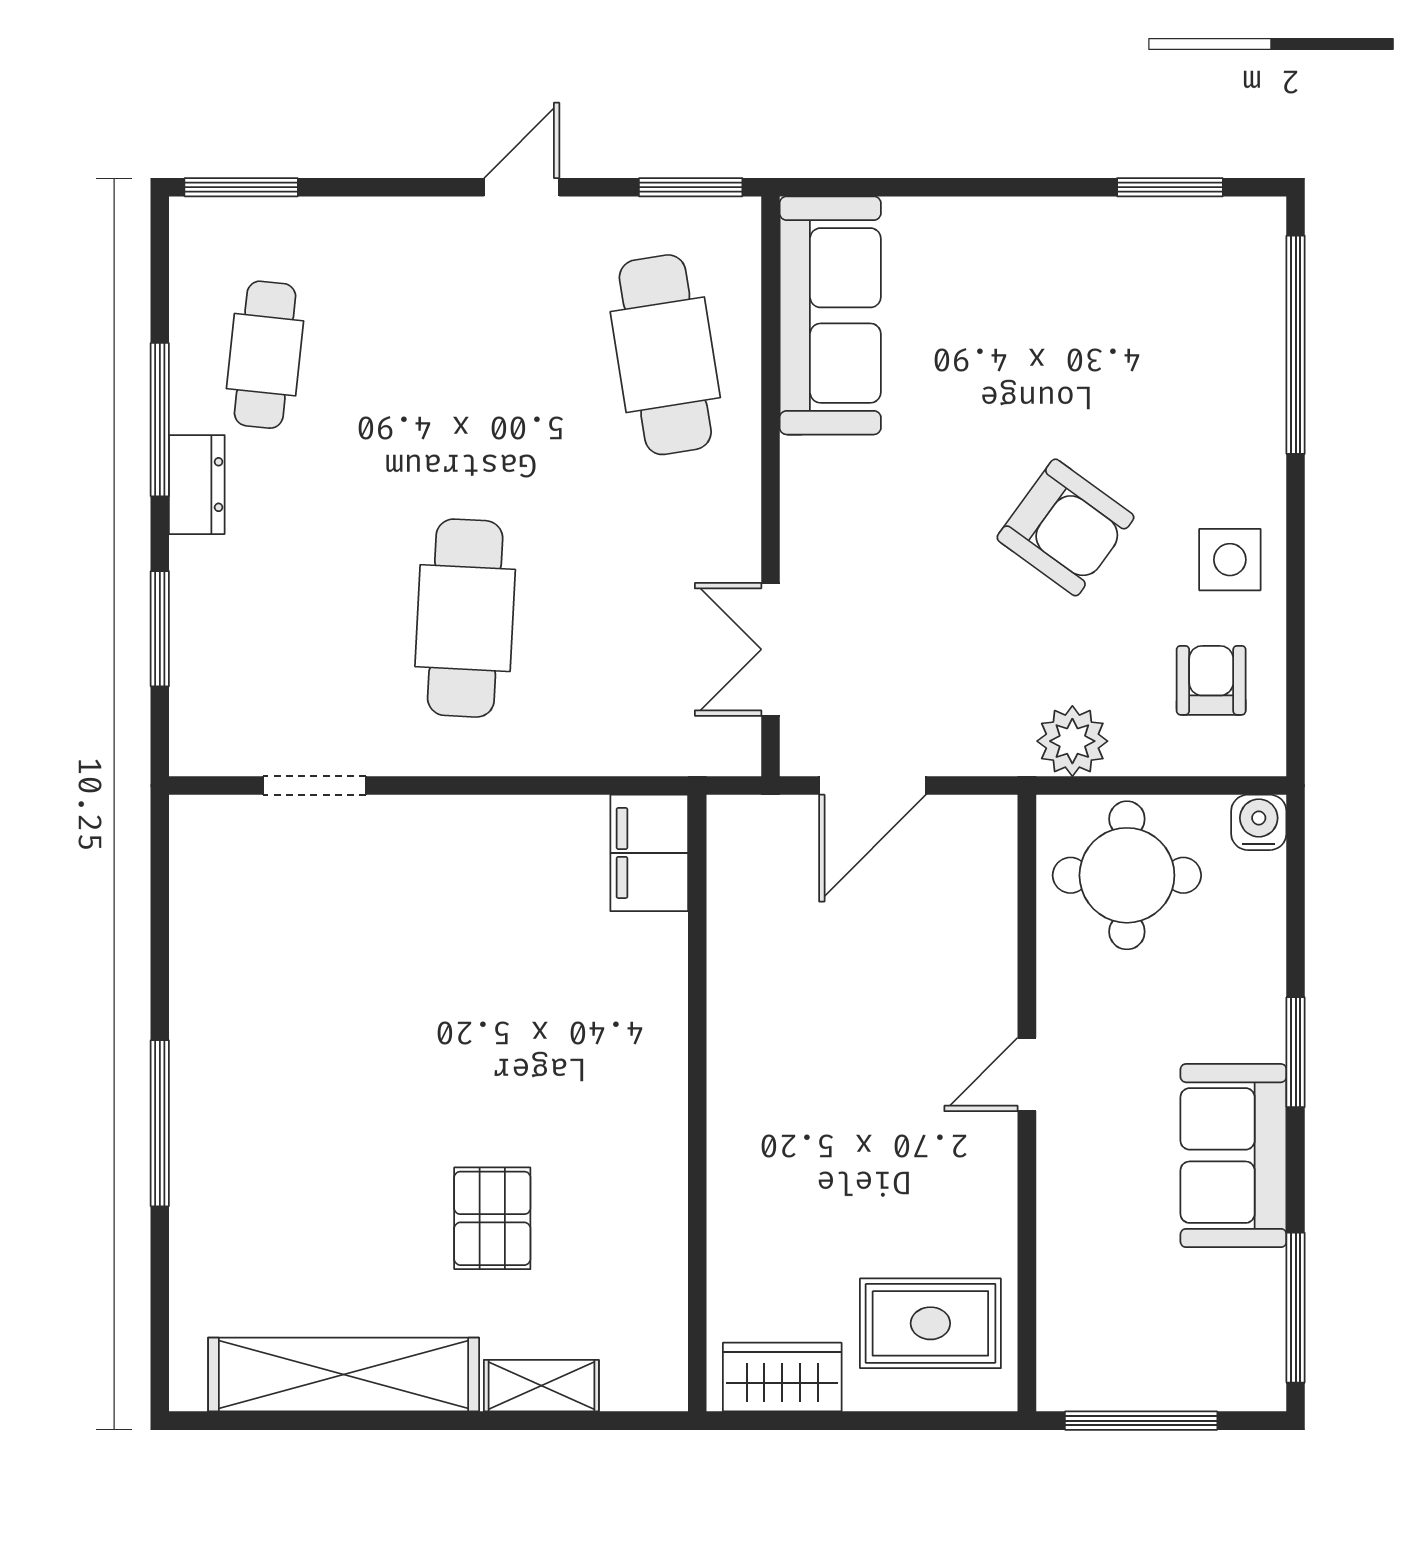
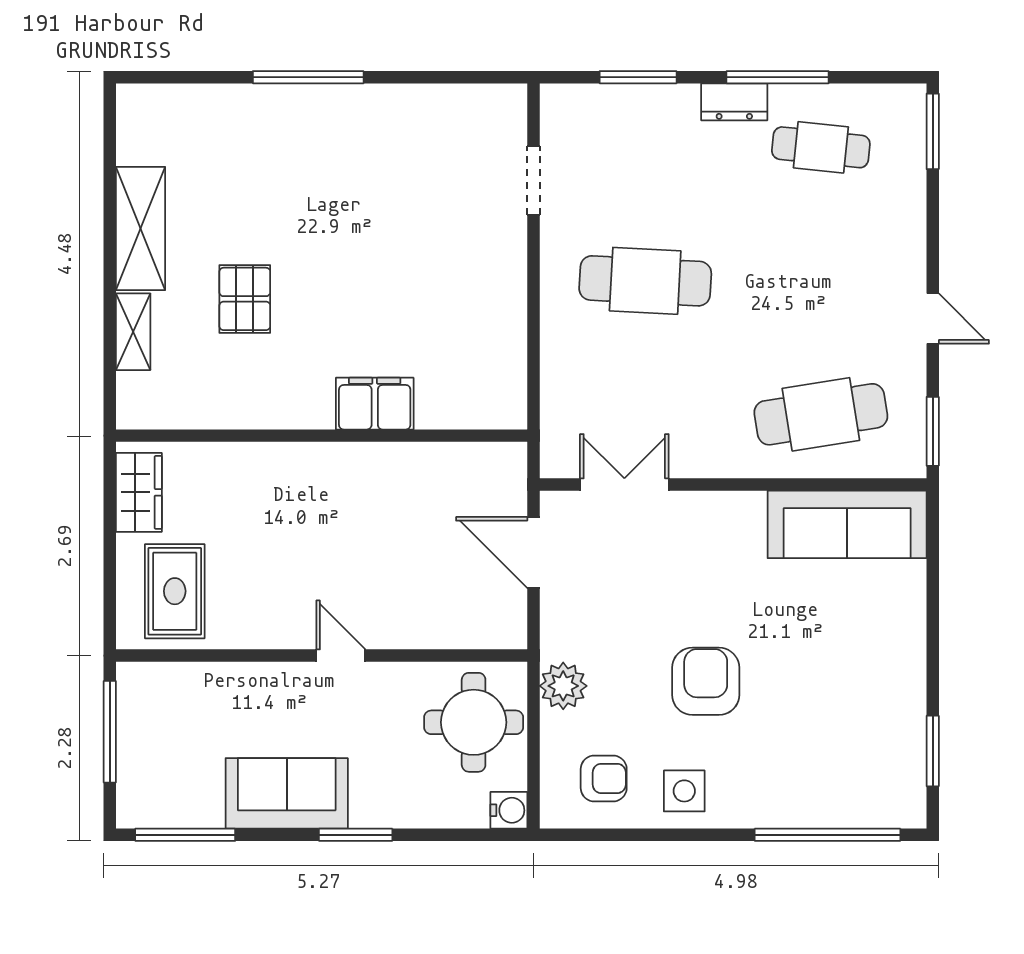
armchair: (1065, 527) -> (706, 681), turned 144
filing cabinet: (649, 853) -> (375, 404), moved
pallet: (492, 1218) -> (245, 299), turned 90
shelving: (344, 1375) -> (141, 229), width x0.68

